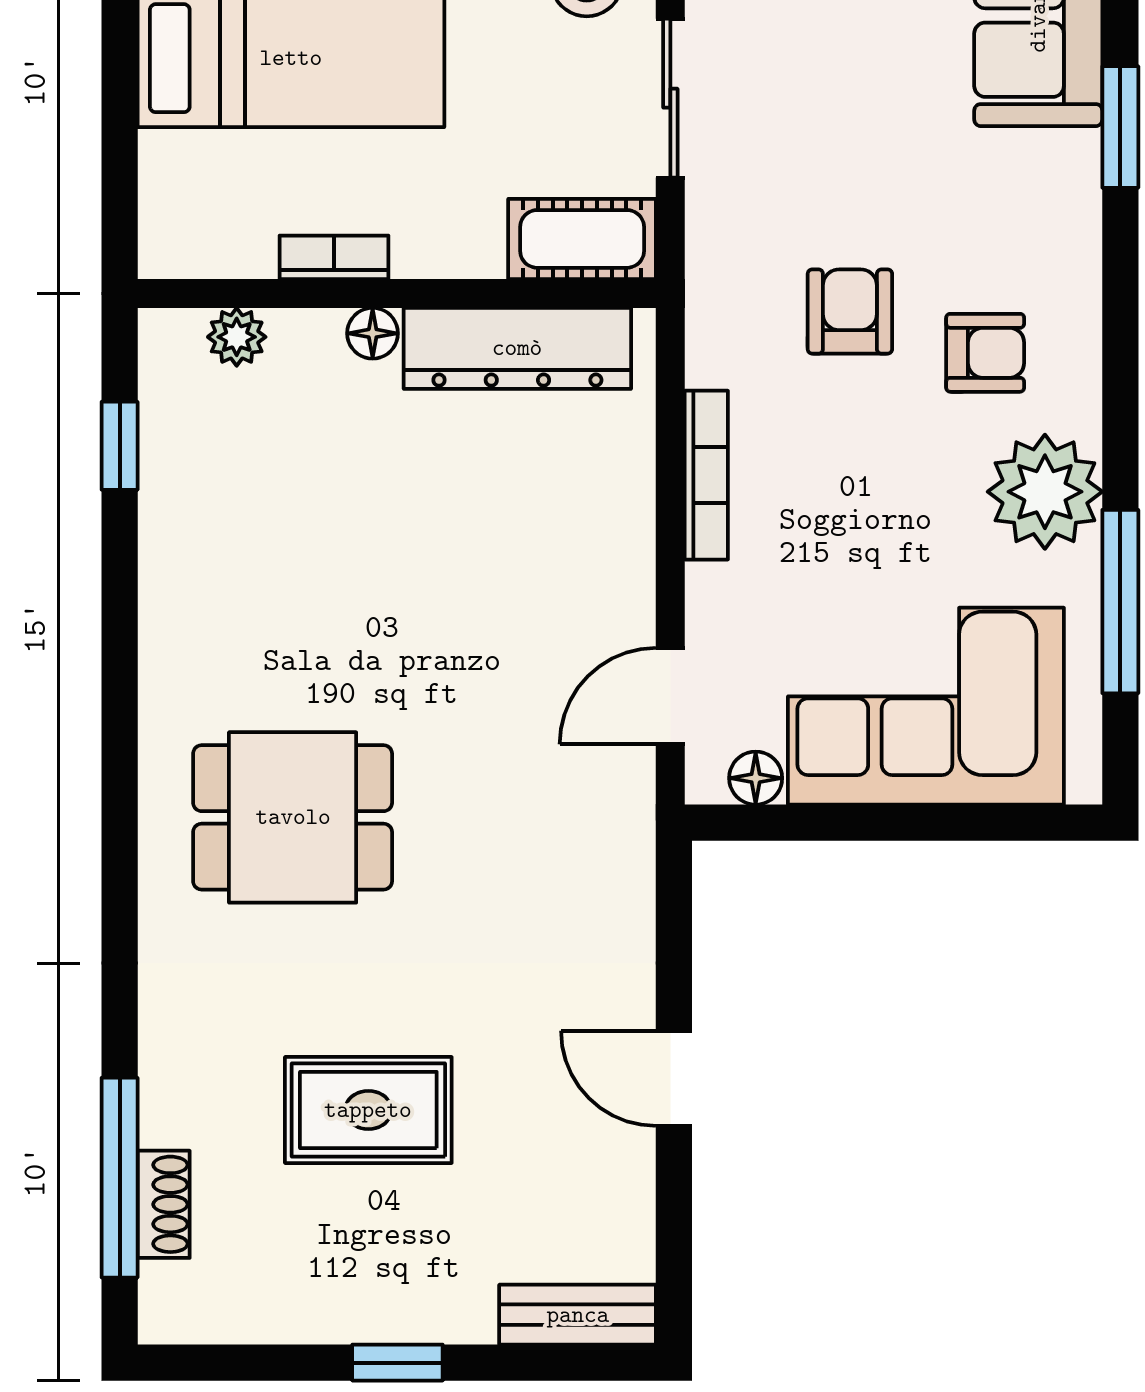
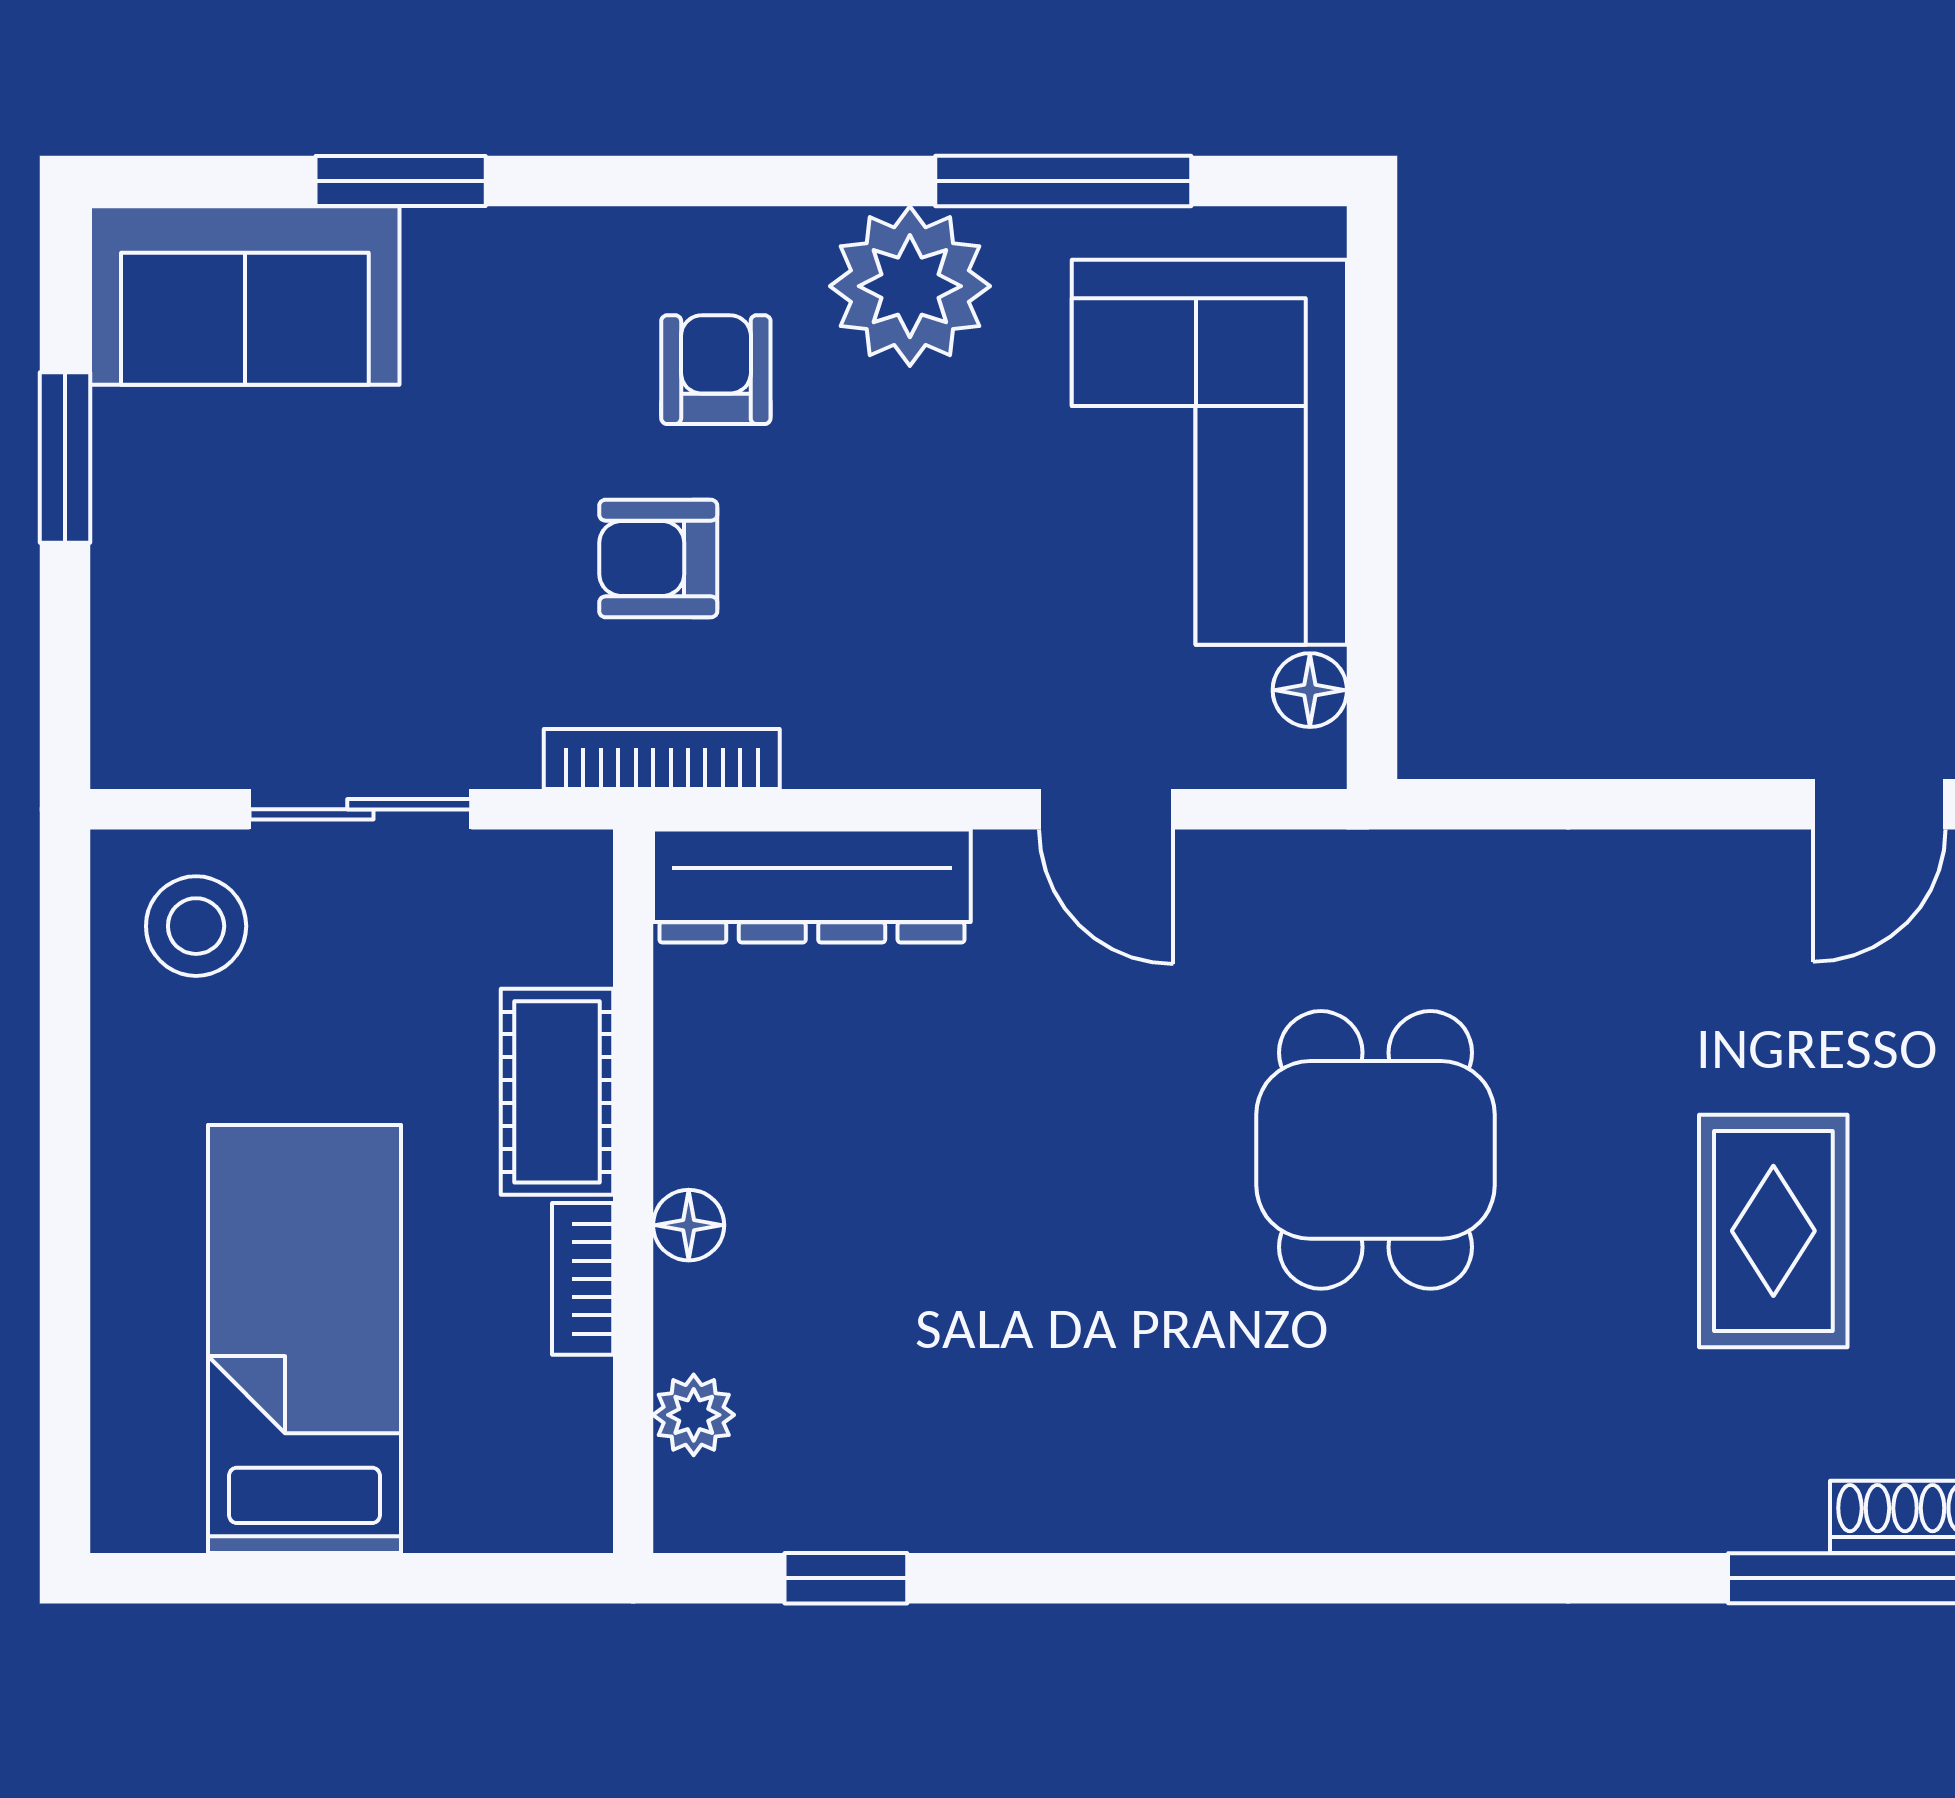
cot: (582, 239) -> (557, 1092), moved
dresser: (517, 348) -> (812, 886), moved, turned 90
bookcase: (706, 475) -> (662, 759), moved
door: (670, 696) -> (1106, 809), moved
dining table: (293, 817) -> (1376, 1150), moved
door: (674, 1078) -> (1879, 804), moved

